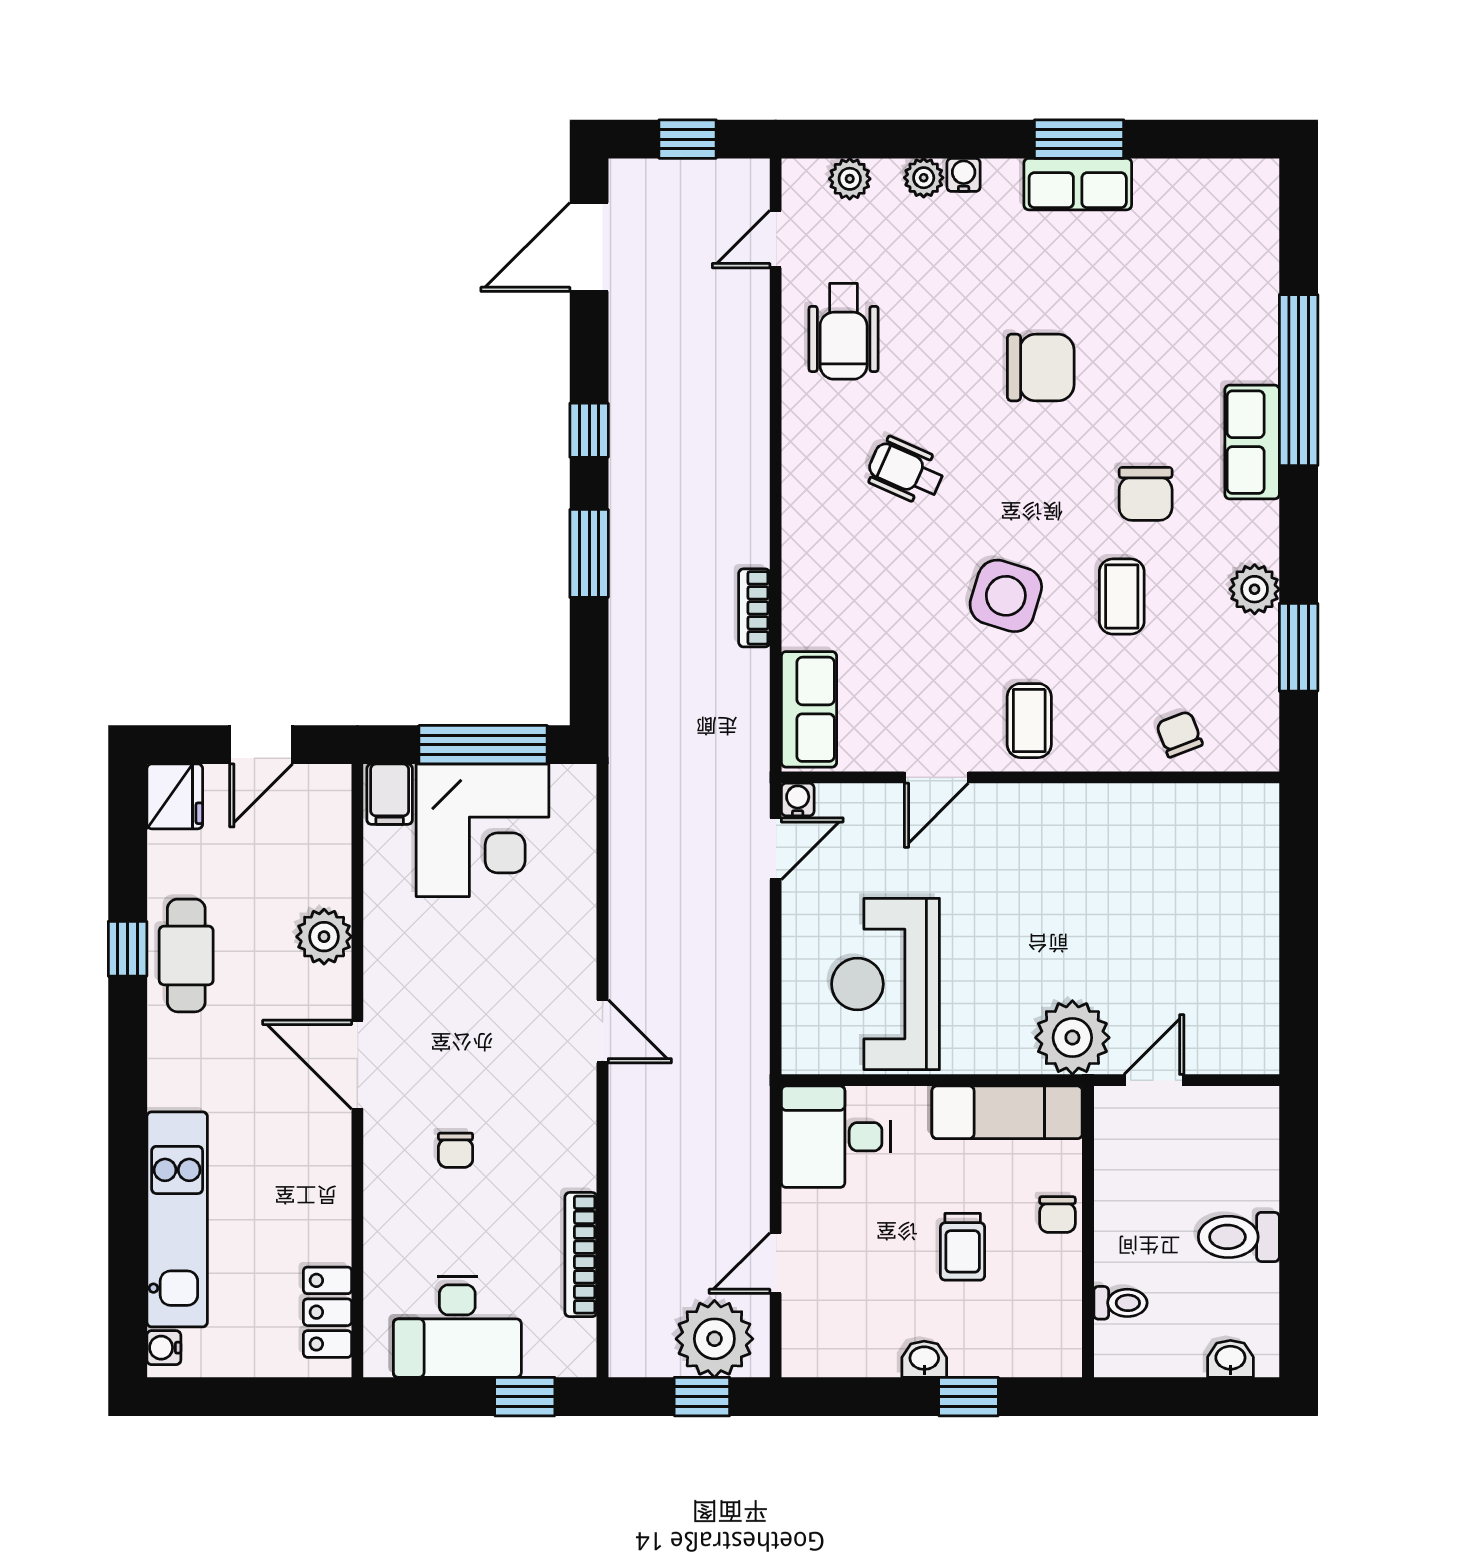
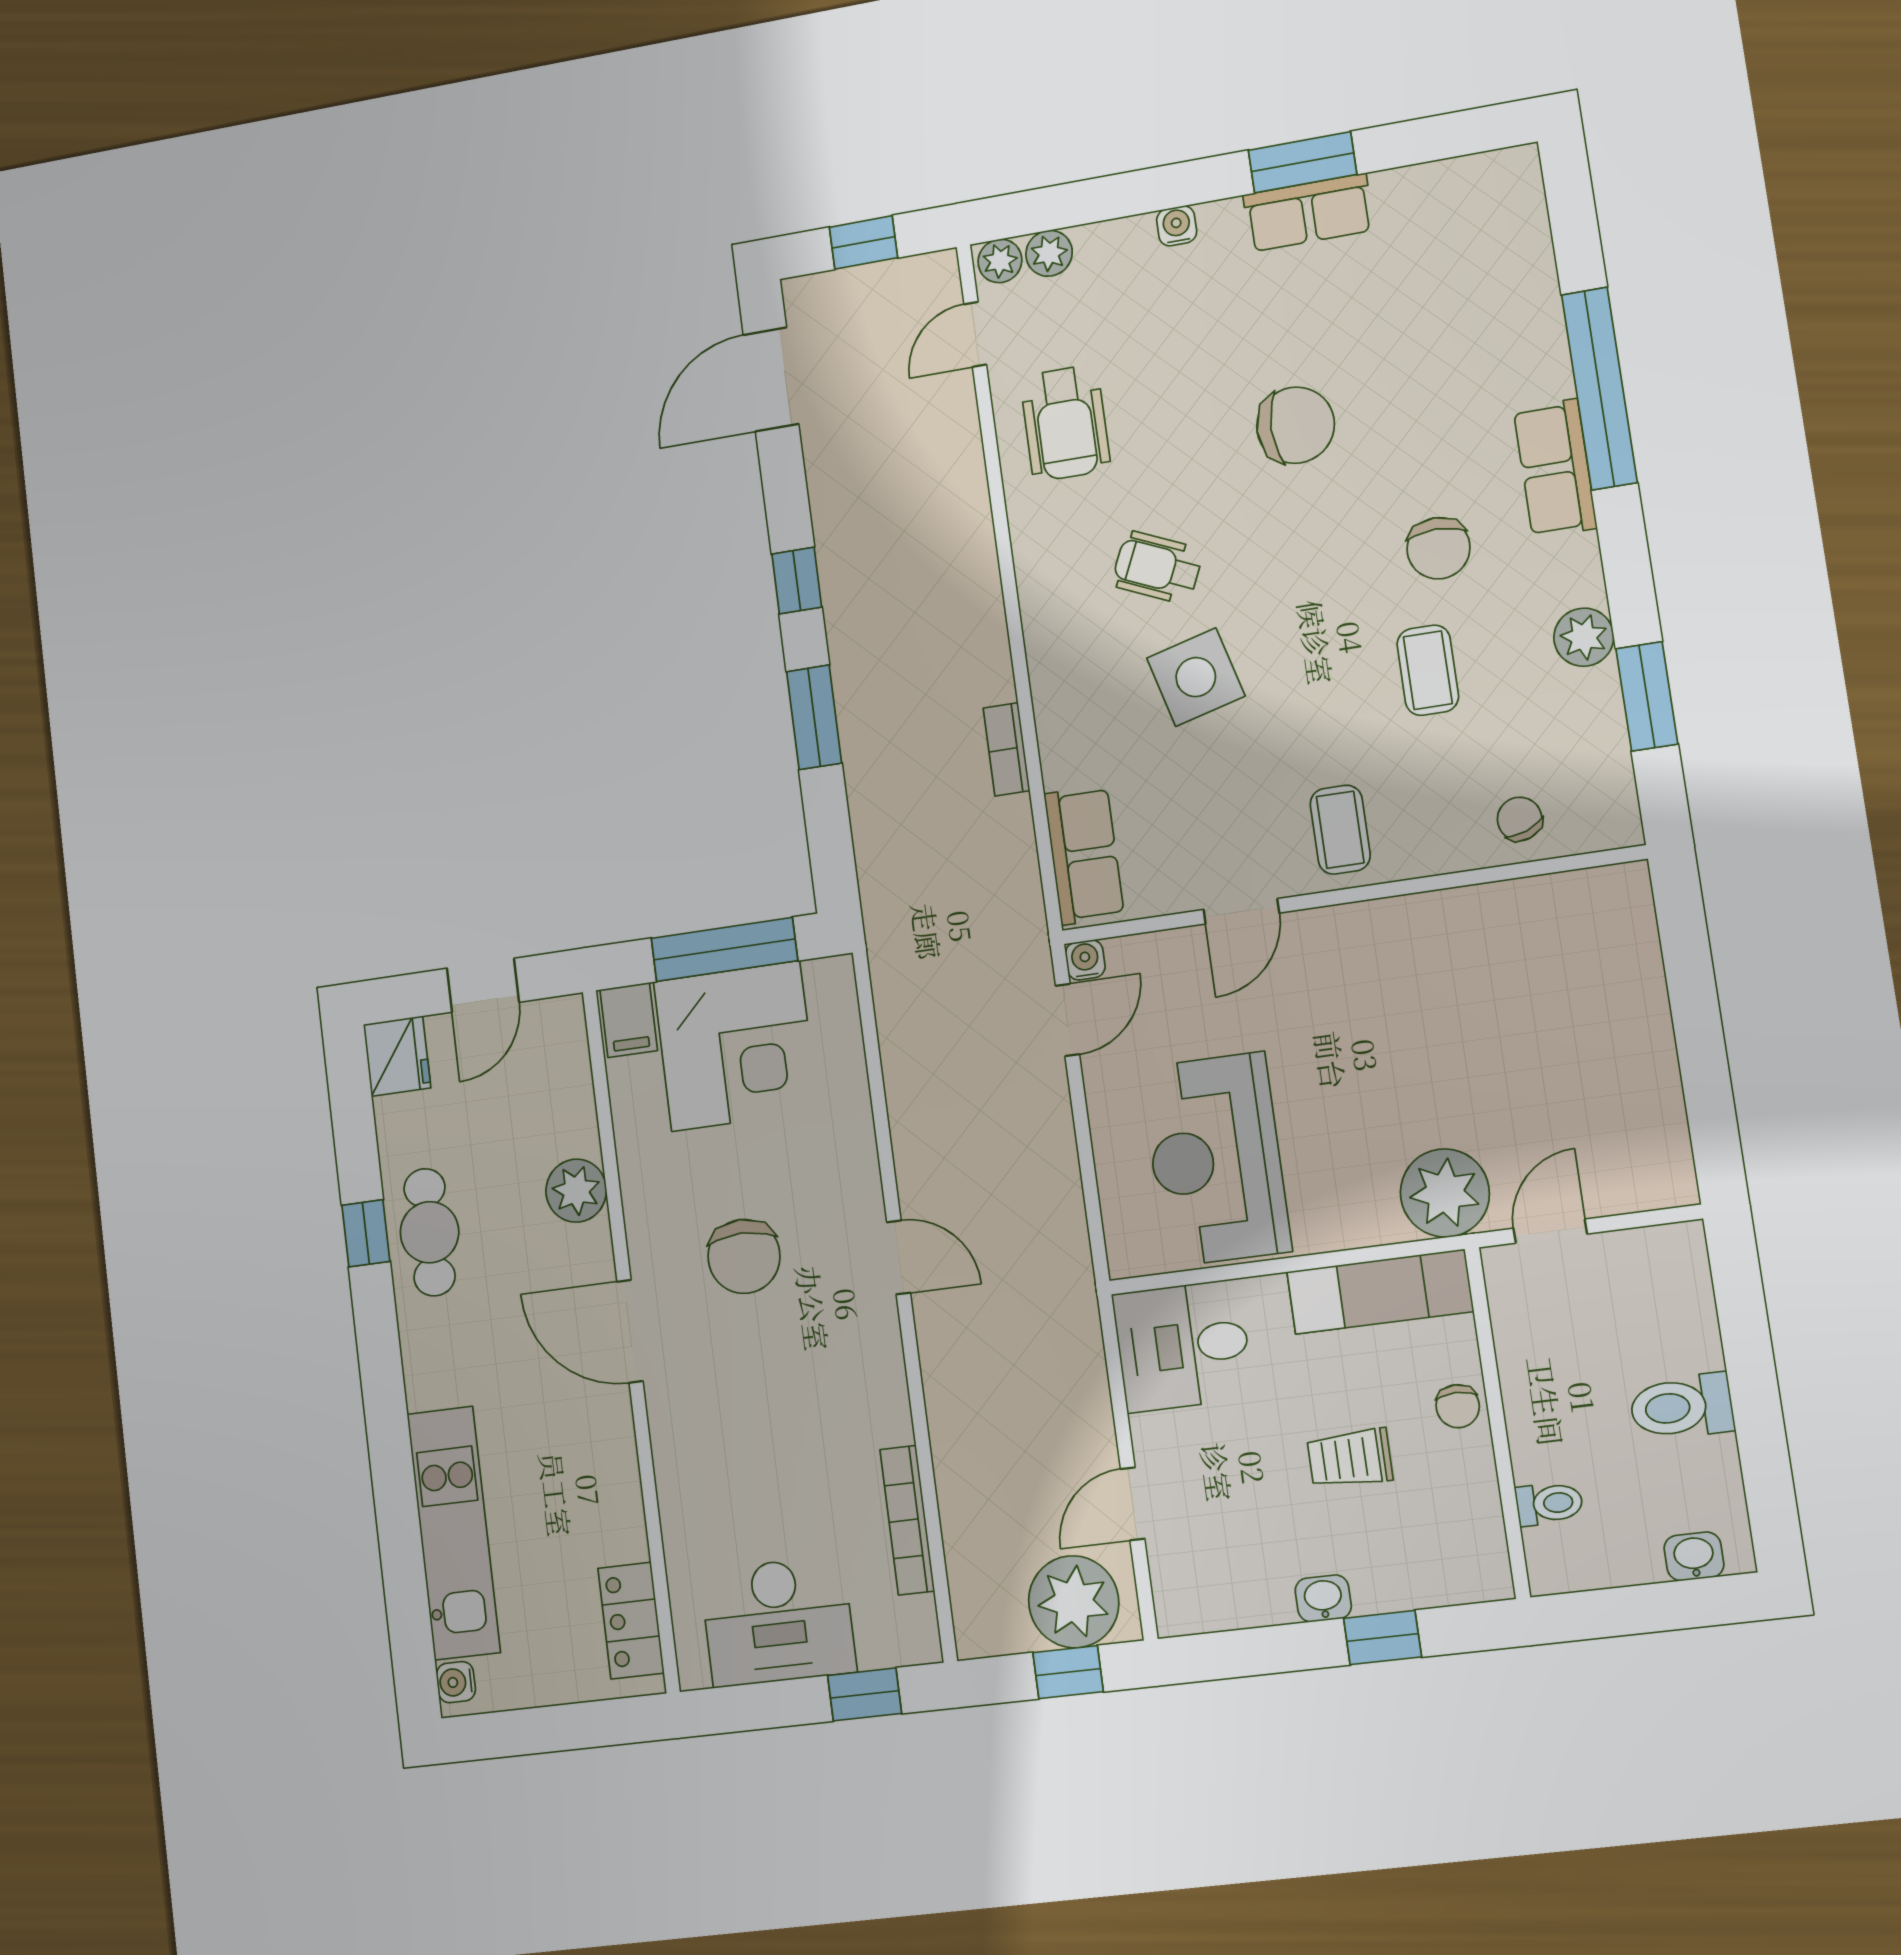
plant: (924, 178) -> (1000, 261), moved
side table: (1006, 596) -> (1196, 677), moved, turned -32
chair: (456, 1150) -> (744, 1256), moved, width x1.87, depth x1.87
trolley: (963, 1247) -> (1350, 1458), turned 90

